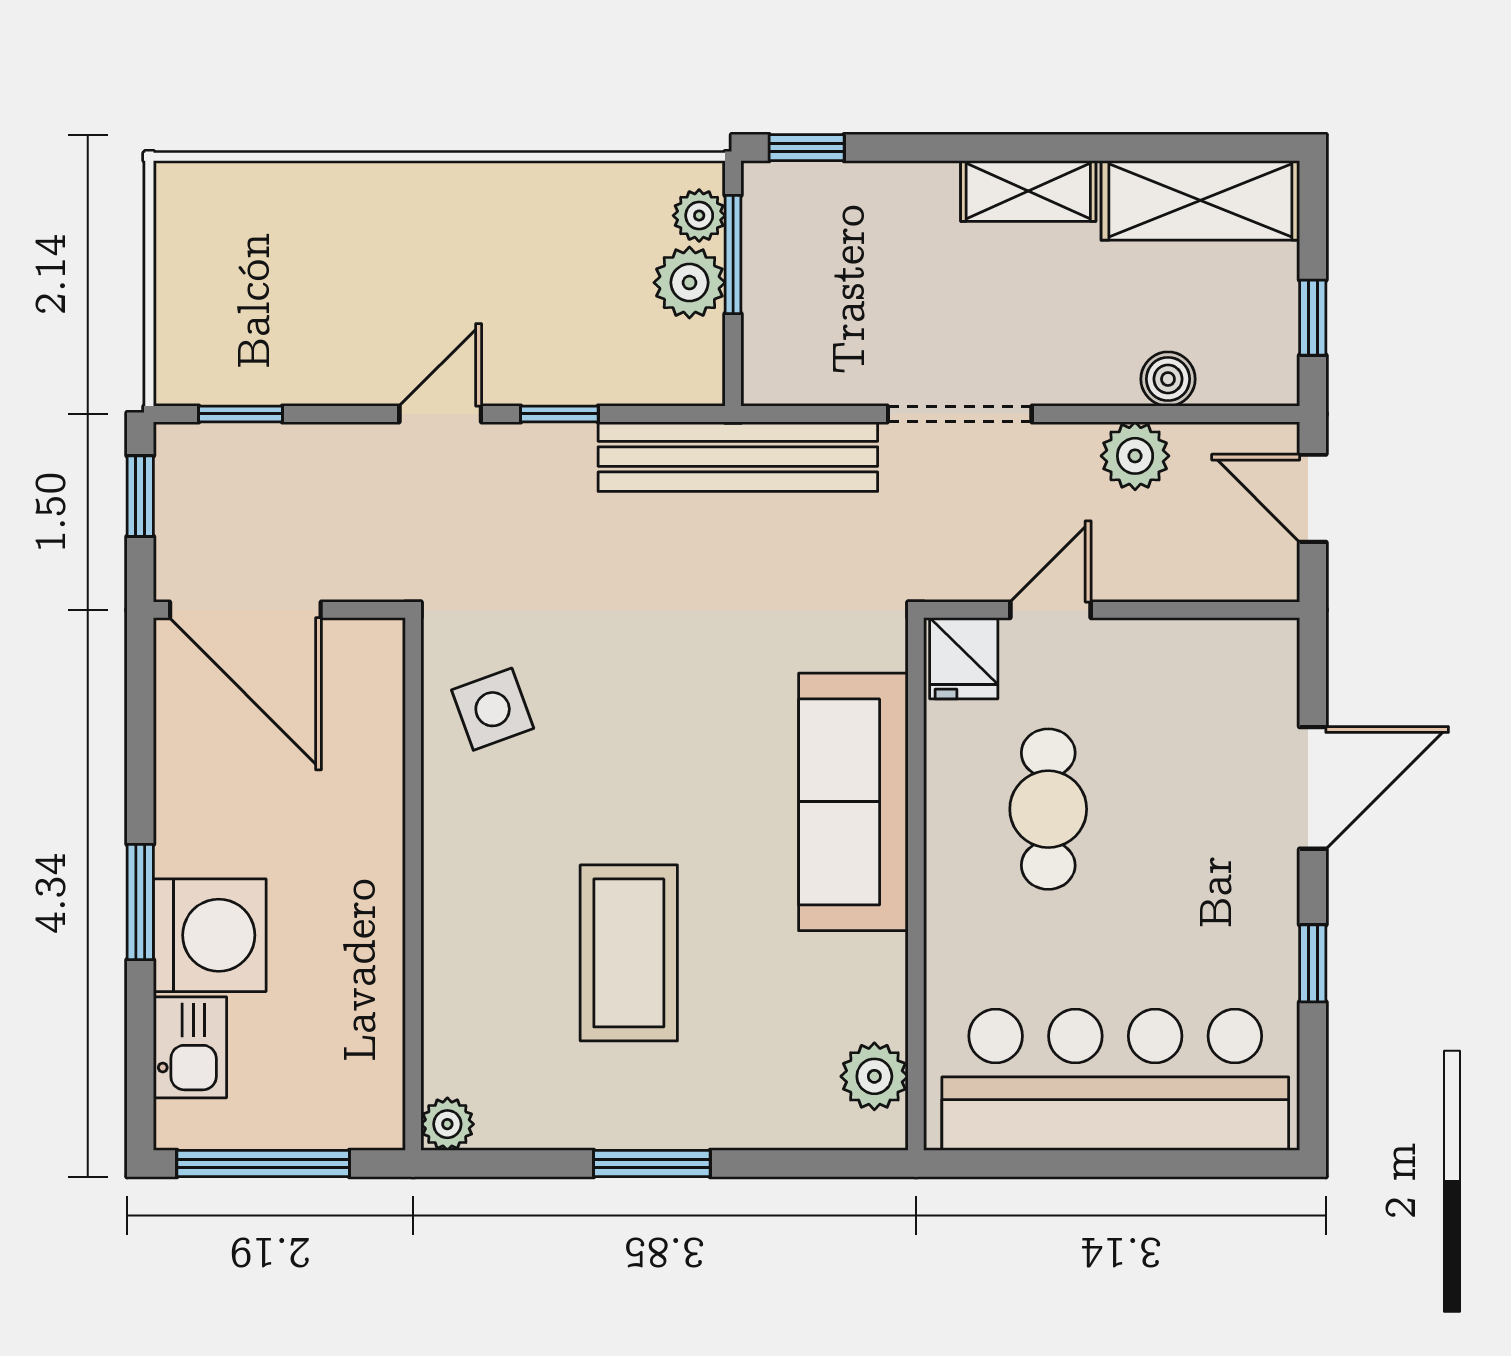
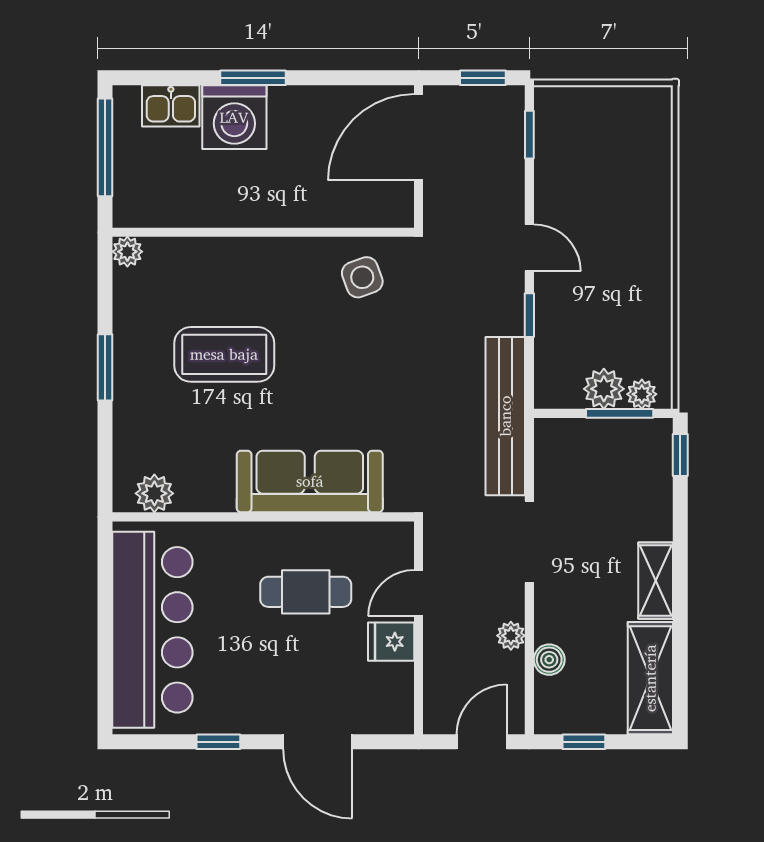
plant: (1135, 456) -> (511, 636), width x0.73, depth x0.73
door: (1051, 610) -> (419, 593), swing flipped
fridge: (964, 658) -> (391, 642), moved

